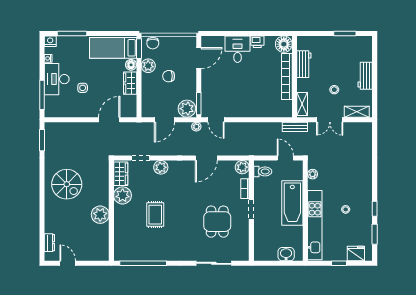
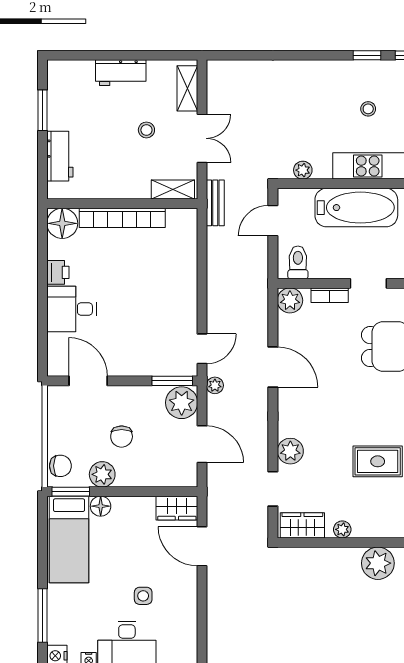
workbench: (304, 64) -> (60, 156), moved, turned 90
wardrobe: (130, 83) -> (177, 508), moved
spiral stairs: (67, 184) -> (321, 625), removed
plant: (123, 195) -> (342, 529), width x0.53, depth x0.53

